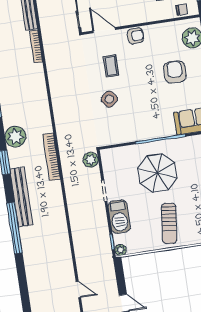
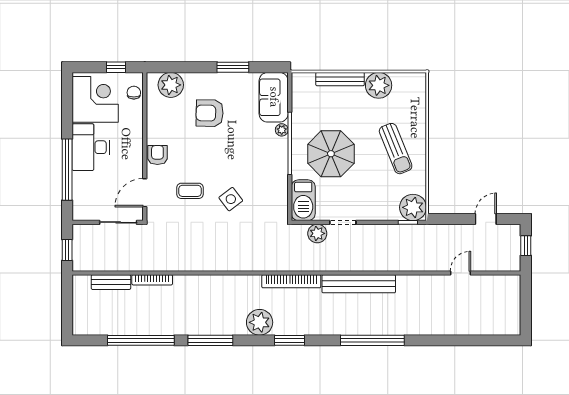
plant: (170, 131) -> (282, 130), added
plant: (91, 160) -> (317, 233), moved
bench: (21, 197) -> (359, 284), moved
barbecue: (119, 217) -> (303, 200), moved, turned 90
sun lounger: (169, 223) -> (396, 149), turned 61
plant: (120, 250) -> (413, 207), width x1.88, depth x1.88

